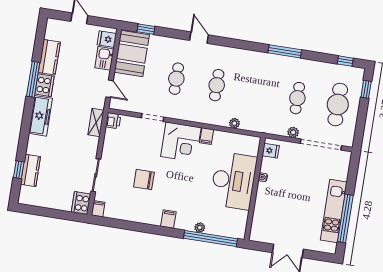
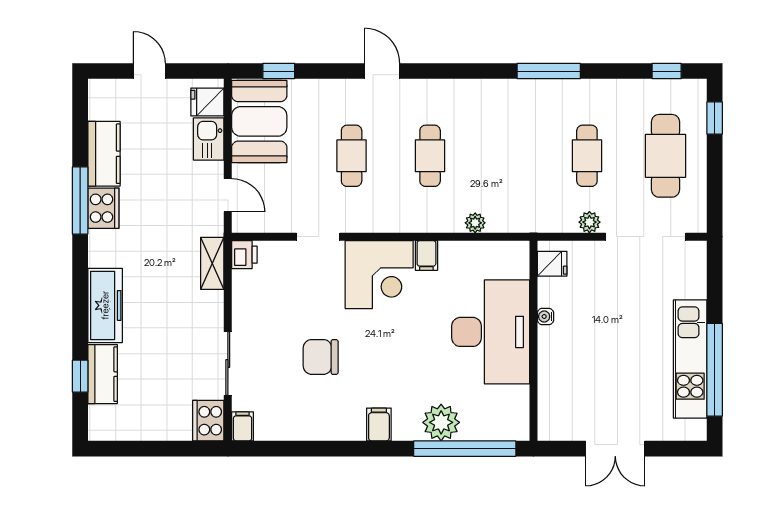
freezer: (40, 116) -> (105, 305), moved
plant: (200, 228) -> (441, 422), width x1.87, depth x1.87

